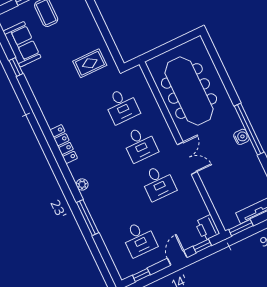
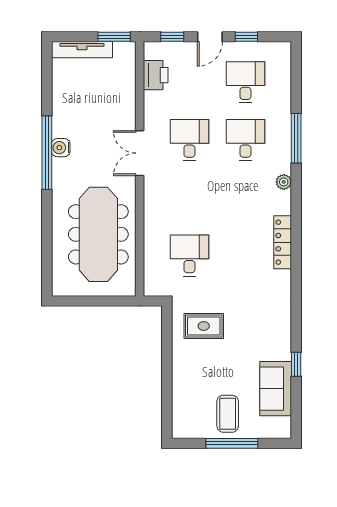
desk: (140, 144) -> (245, 140), moved
printer: (207, 228) -> (156, 75), moved
window: (141, 275) -> (246, 37), moved

